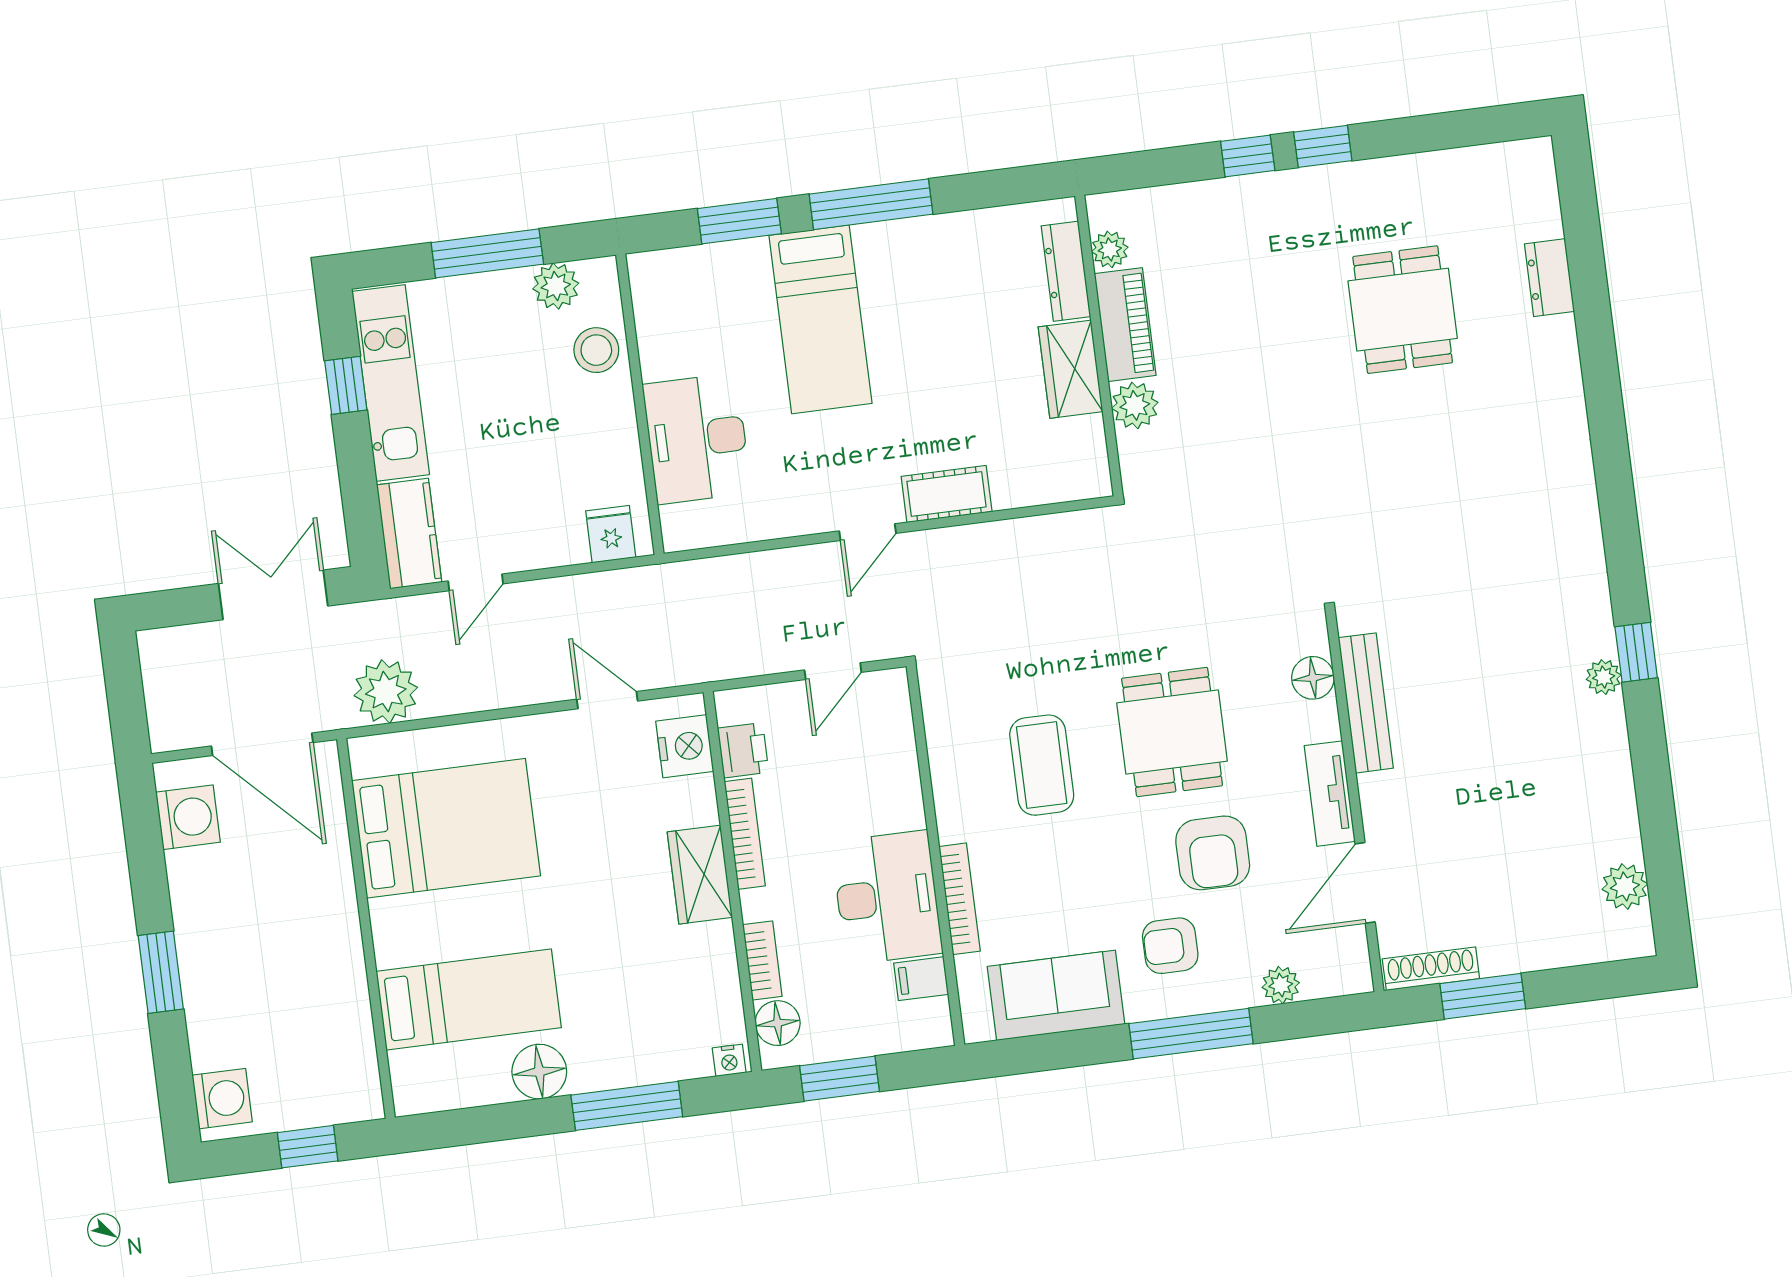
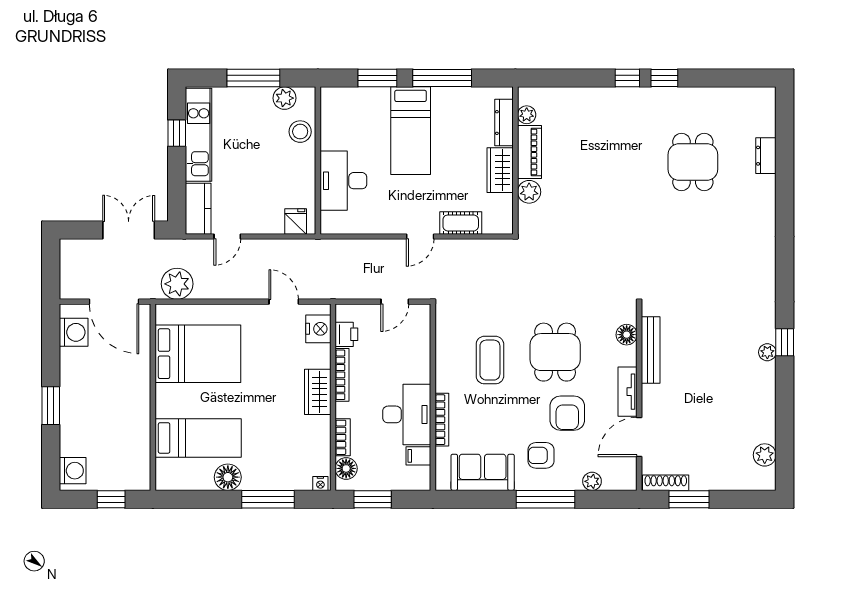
plant: (1110, 249) -> (527, 115), moved
dresser: (1066, 271) -> (504, 123), moved
piano: (1125, 325) -> (529, 152), moved
wall: (1099, 346) -> (515, 161), moved
wardrobe: (1070, 369) -> (500, 170), moved
plant: (1135, 405) -> (529, 192), moved

